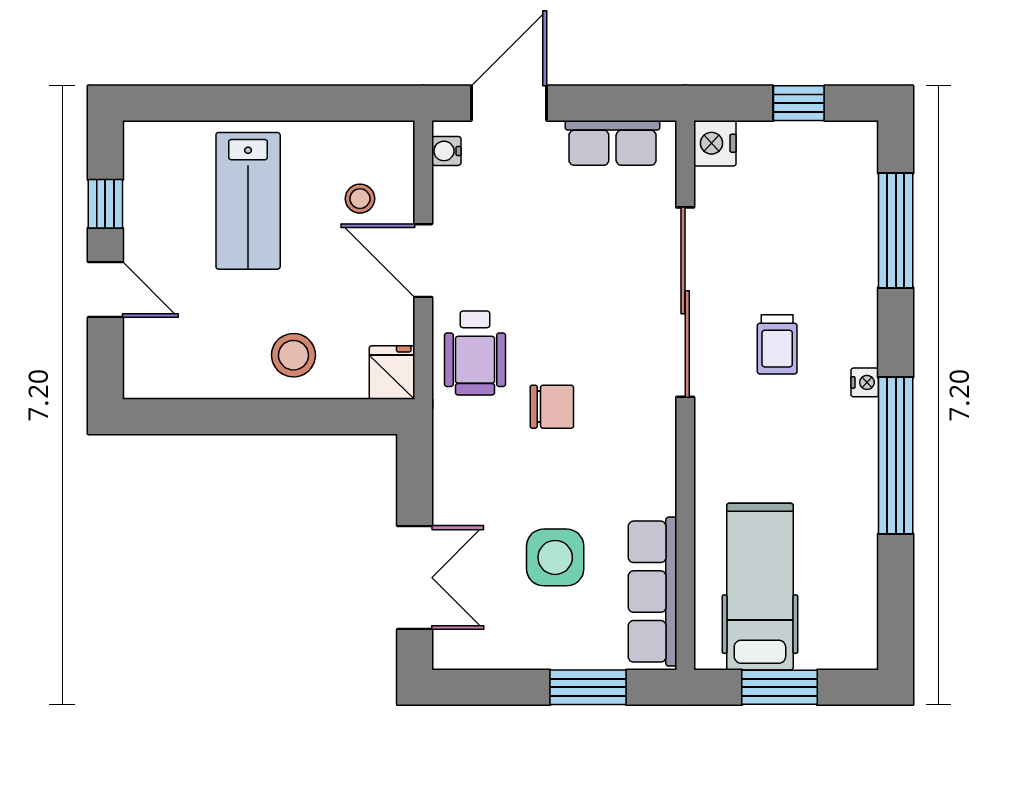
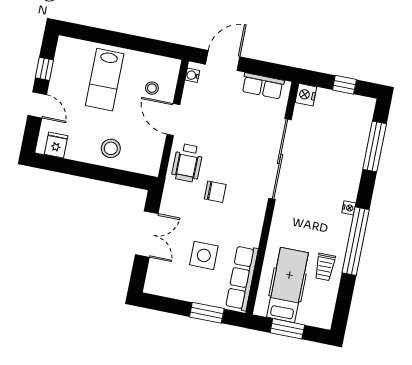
trolley: (777, 344) -> (325, 267), moved
fridge: (392, 373) -> (56, 145), moved
double door: (415, 578) -> (147, 234), moved

